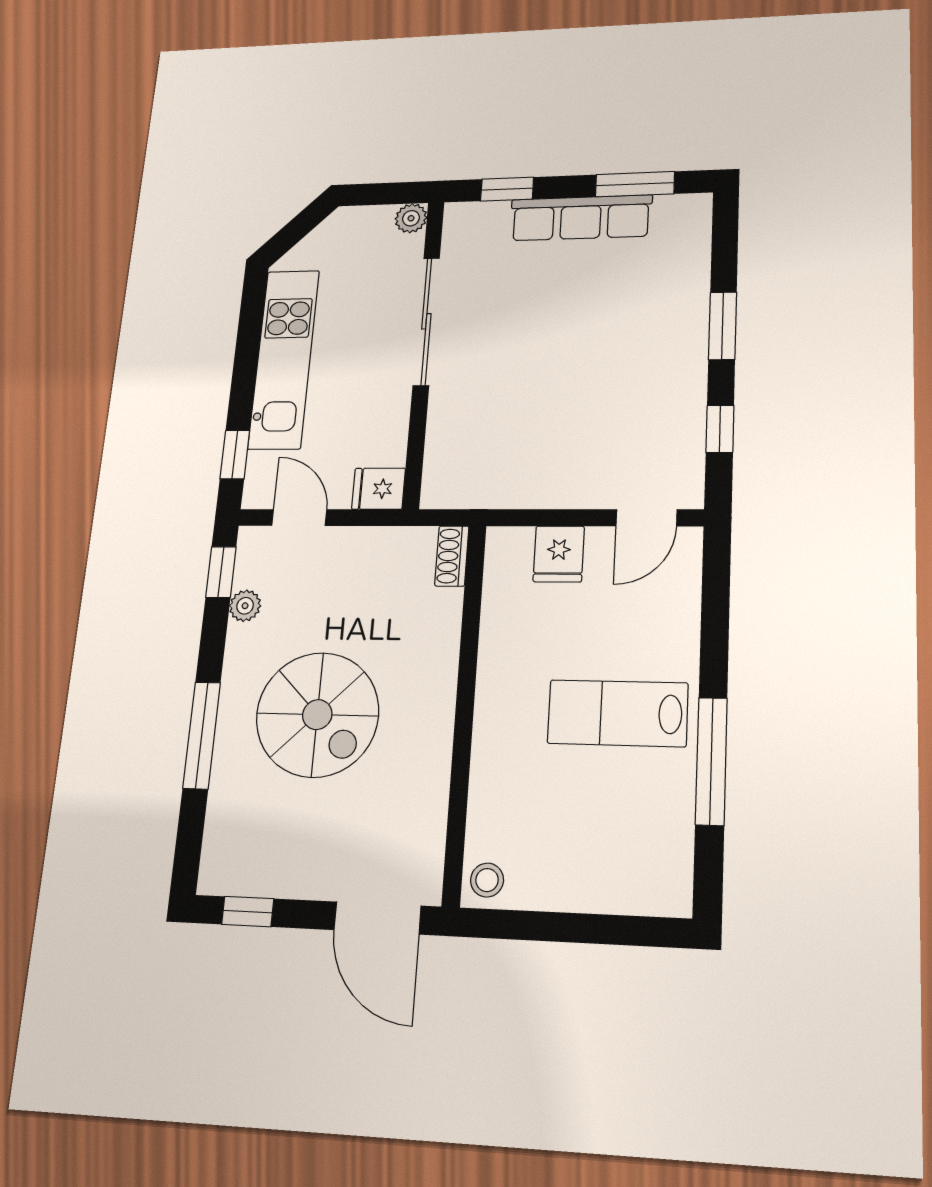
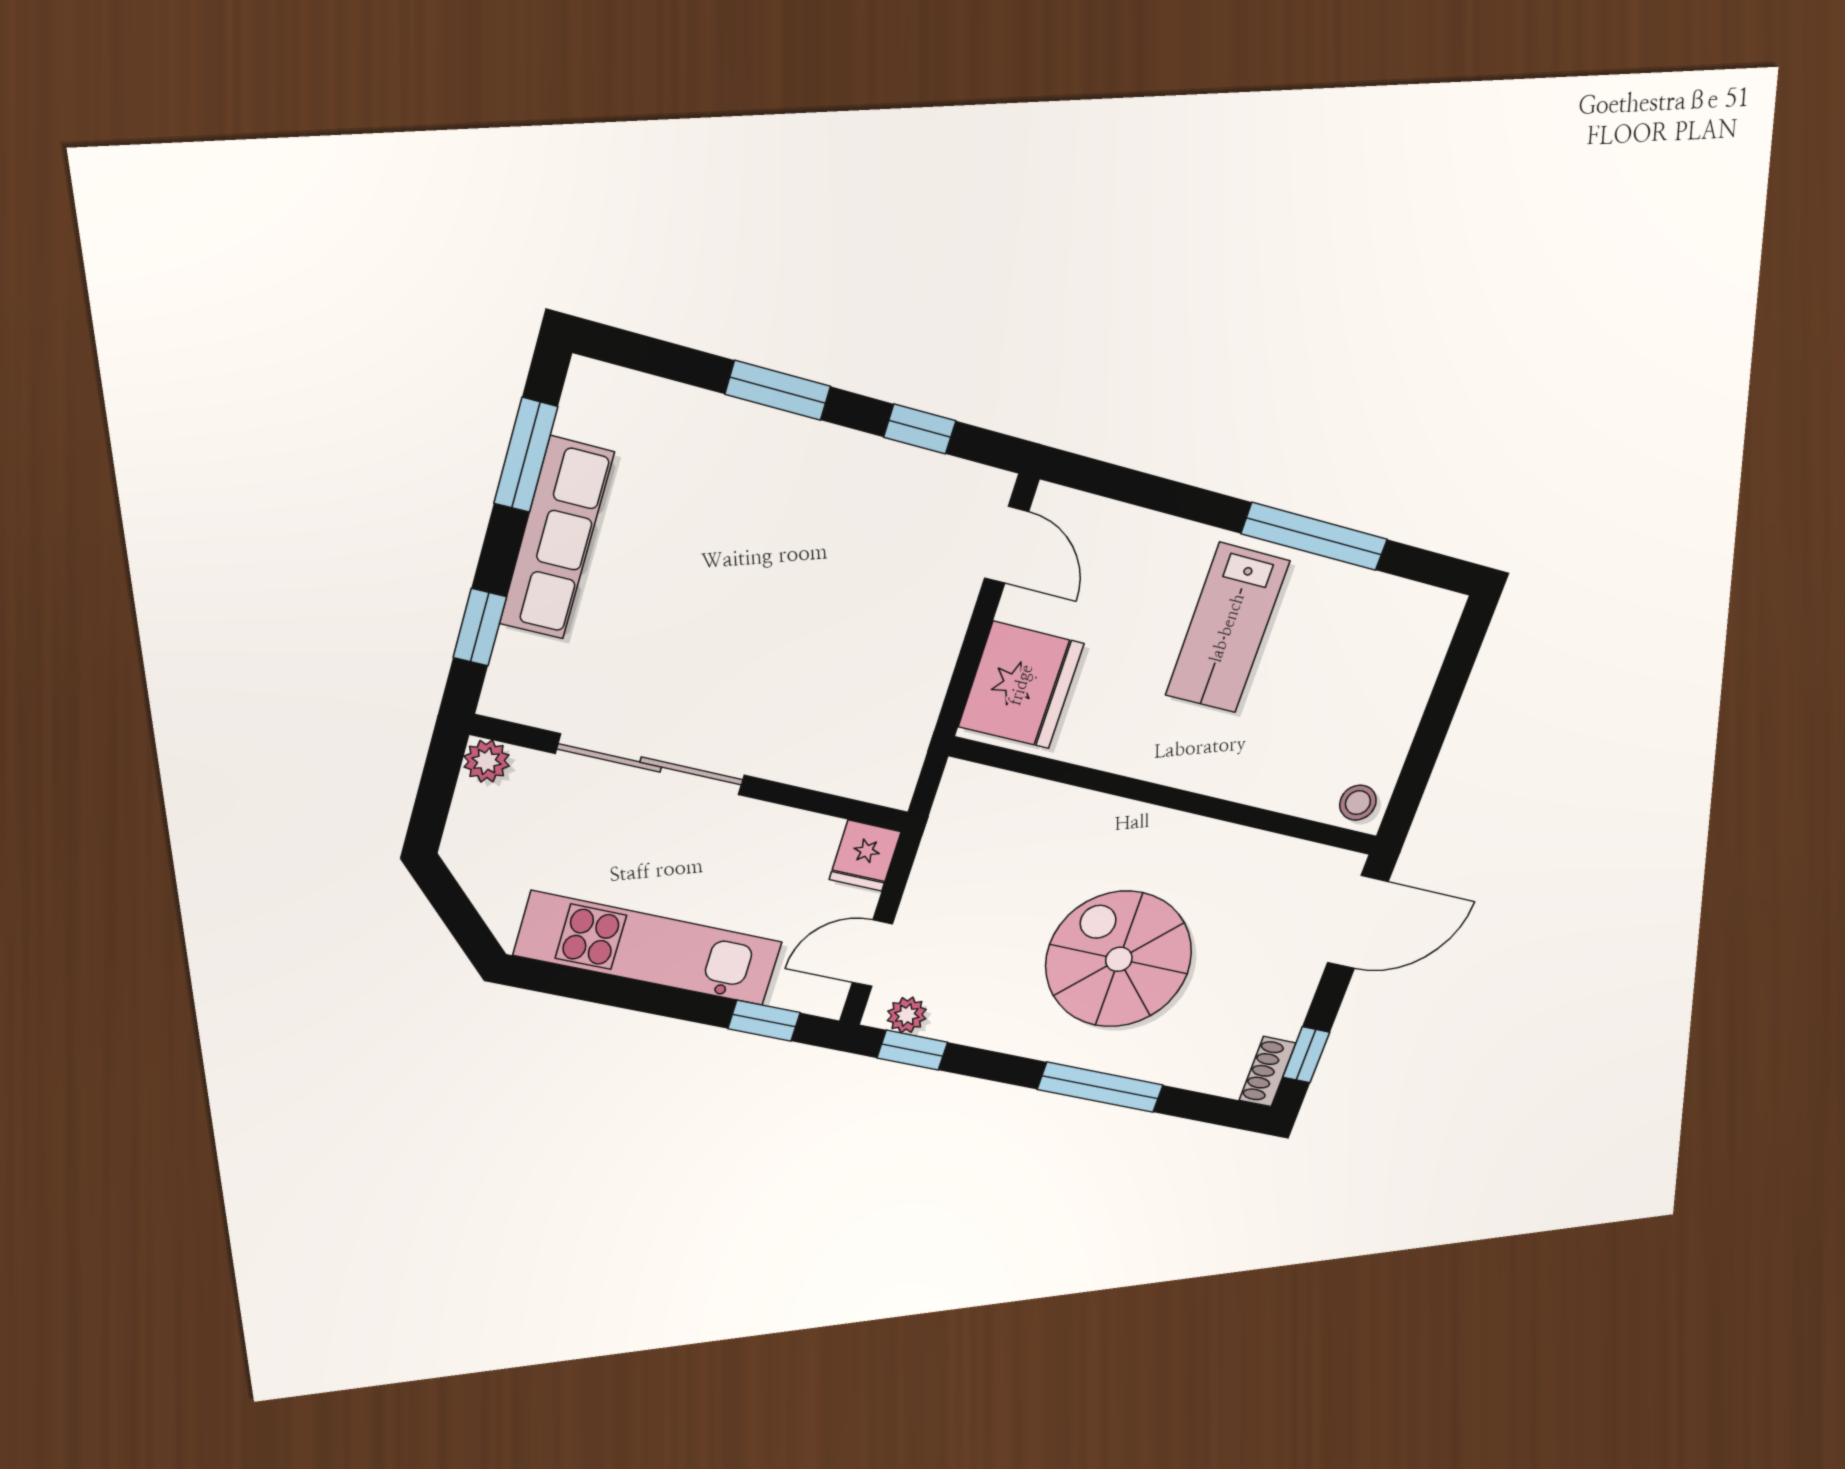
fridge: (559, 554) -> (1021, 685), width x1.88, depth x1.34
shoe rack: (452, 556) -> (1267, 1072), moved, turned 90
plant: (245, 606) -> (907, 1015), moved
spiral stairs: (317, 715) -> (1119, 959), turned -90

